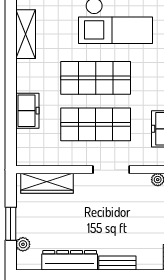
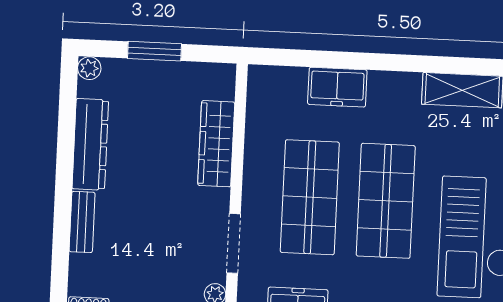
doorway: (111, 170) -> (234, 243), moved
wardrobe: (47, 183) -> (216, 144), moved
plant: (23, 244) -> (89, 68), moved

